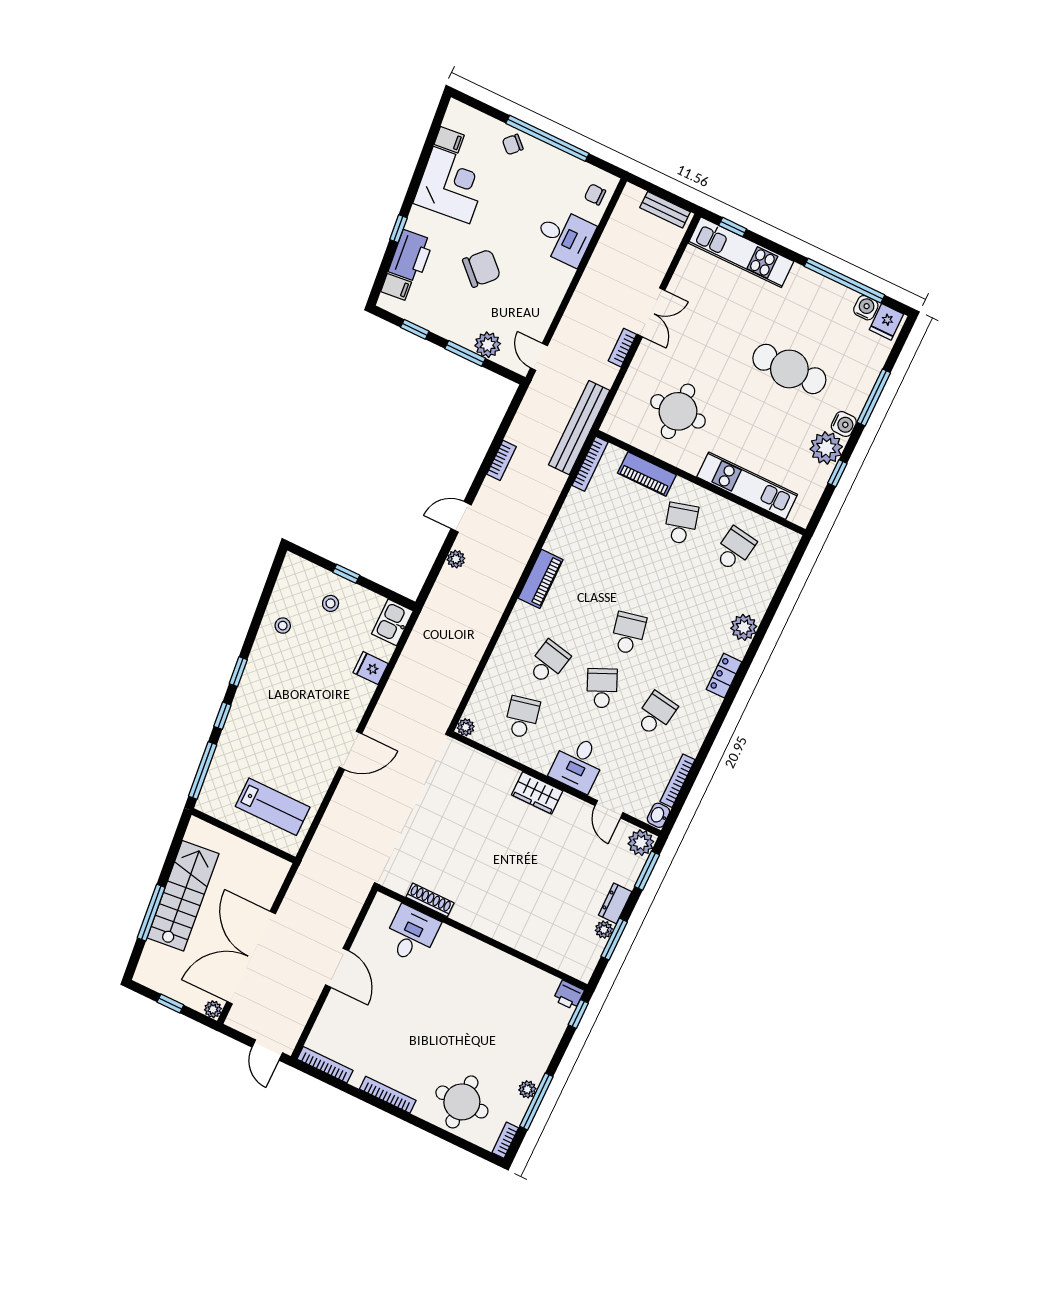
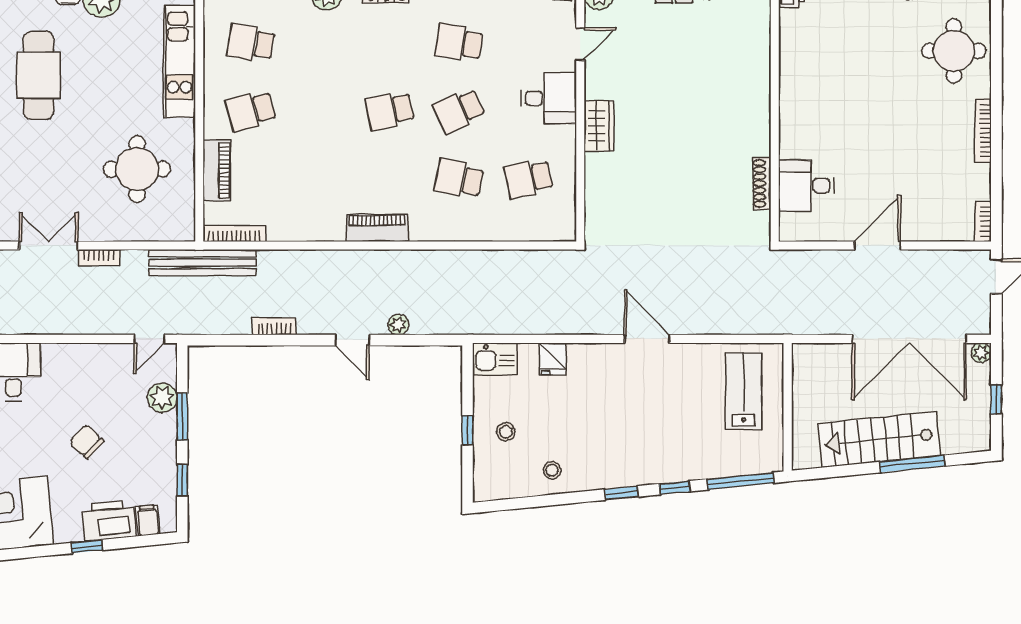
chair: (482, 268) -> (87, 442), width x0.73, depth x0.73
plant: (466, 727) -> (566, 232), removed
bookcase: (325, 1065) -> (983, 221), width x0.64

